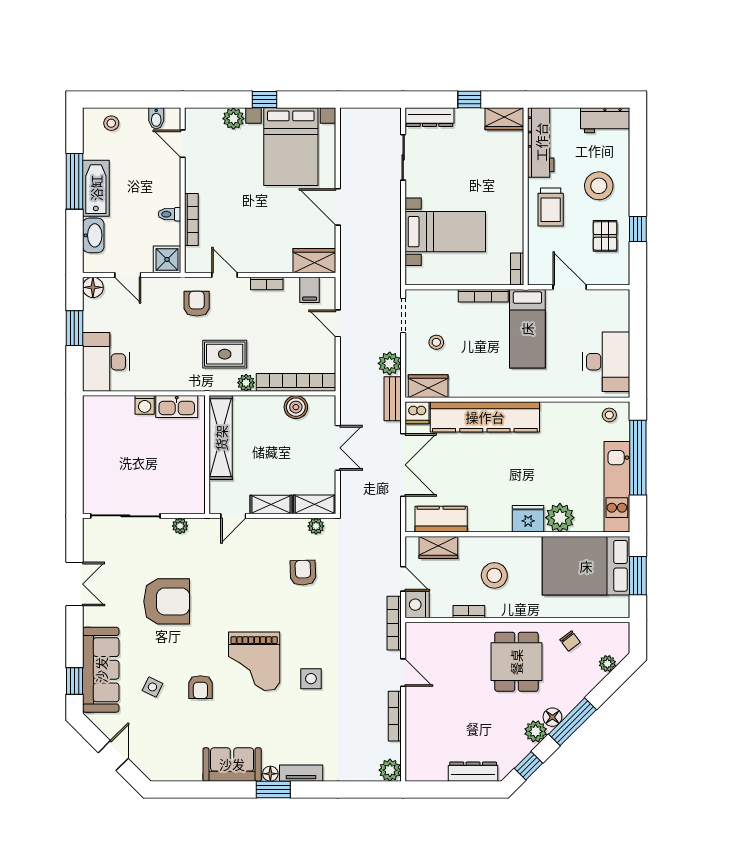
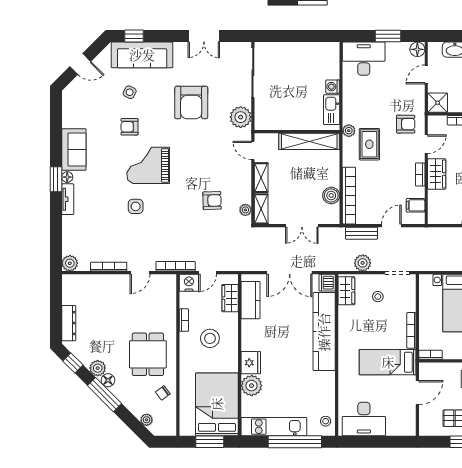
wardrobe: (314, 261) -> (437, 174), moved
plant: (246, 383) -> (349, 131), moved
bench: (393, 399) -> (362, 233), moved
plant: (180, 526) -> (241, 117), width x1.88, depth x1.88
dining table: (516, 662) -> (148, 354), turned 90

